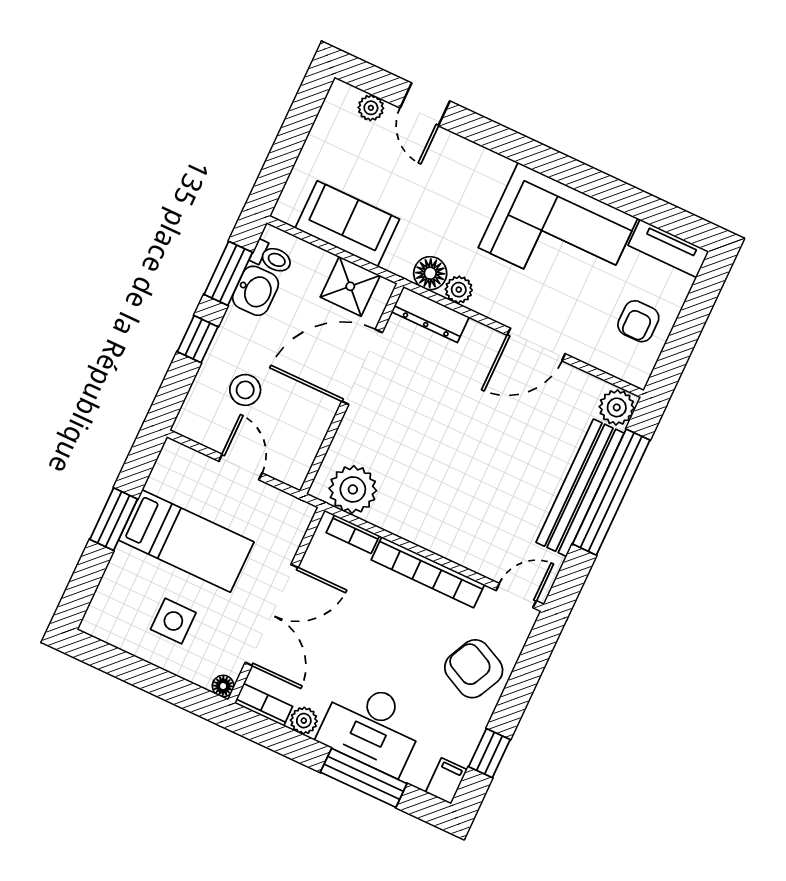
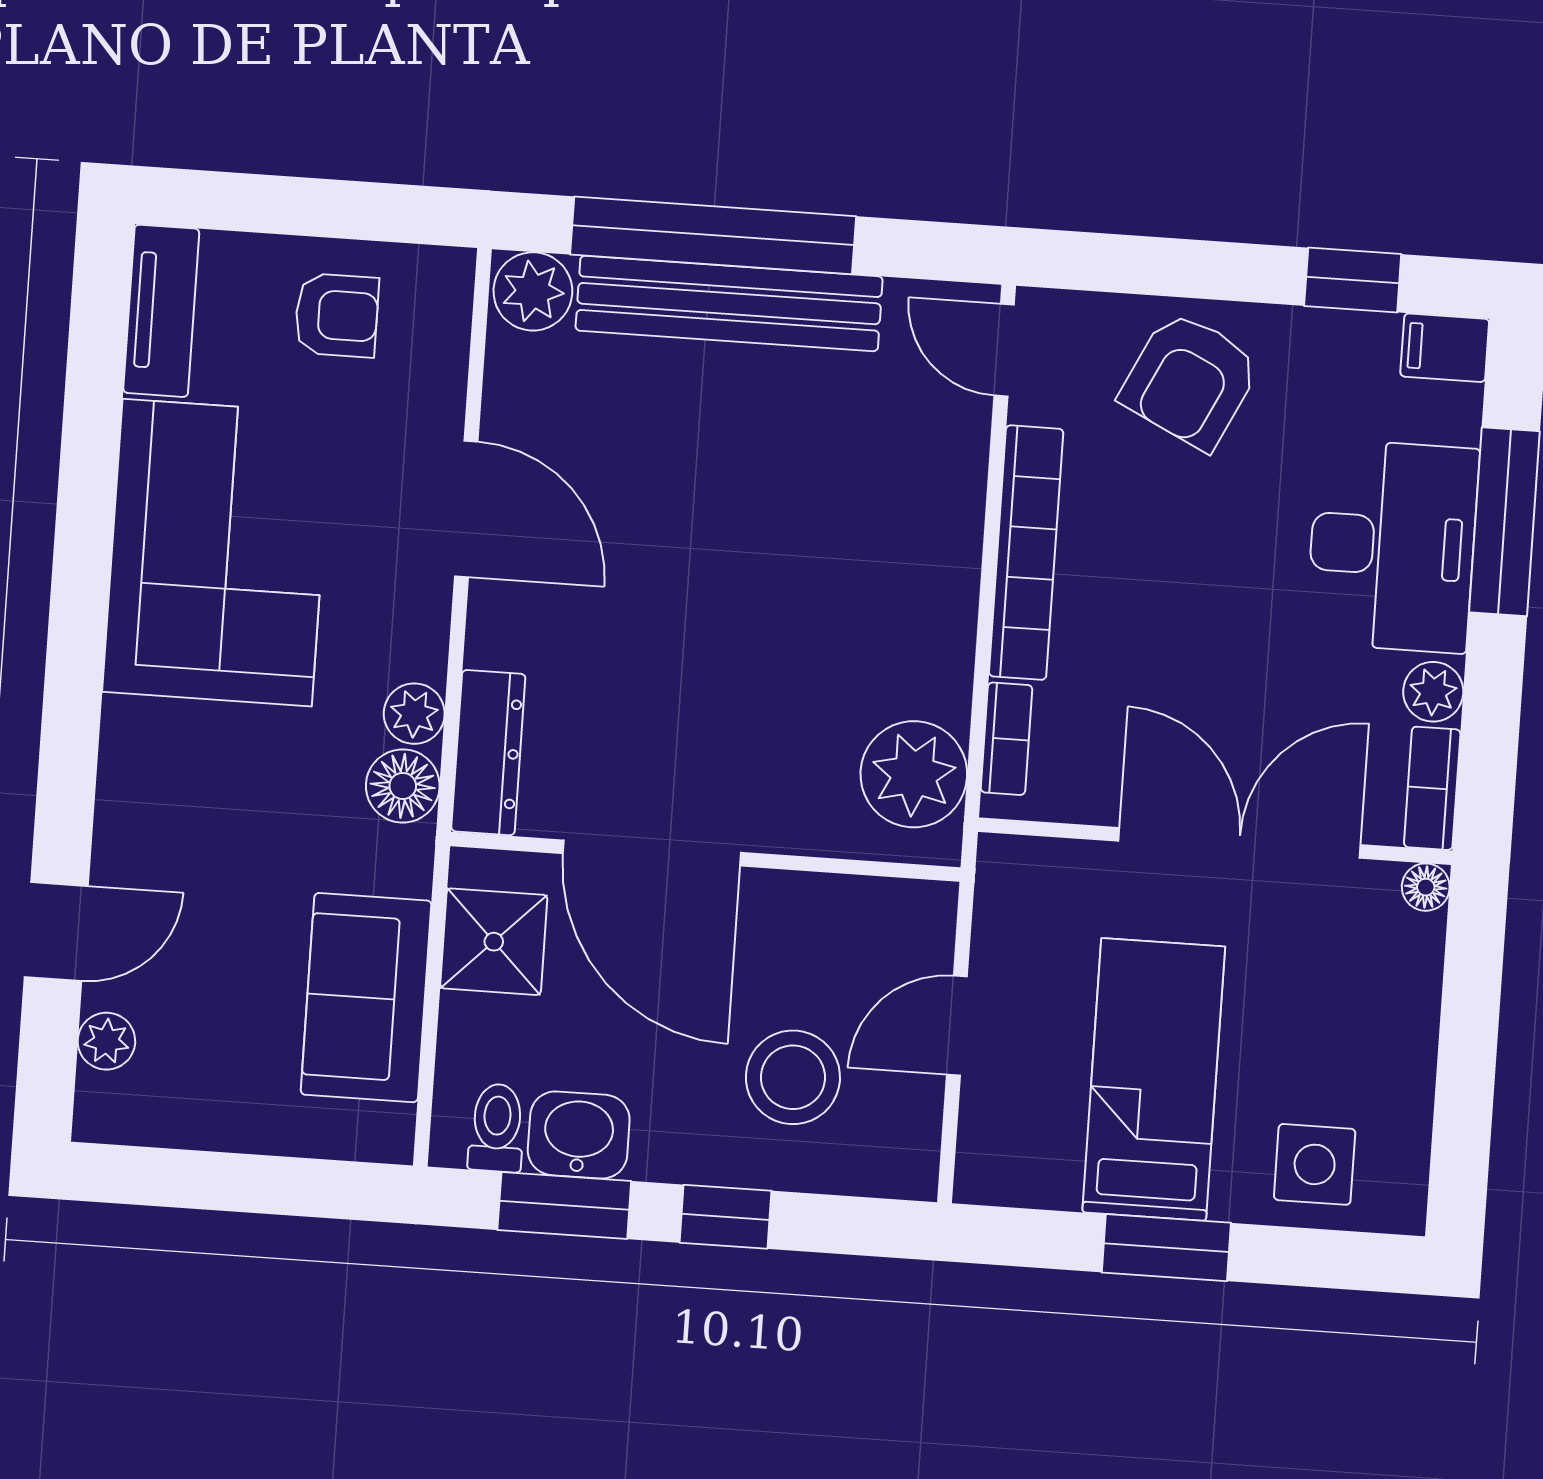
stool: (245, 390) -> (793, 1077), width x1.38, depth x1.38
side table: (173, 621) -> (1315, 1164), moved

